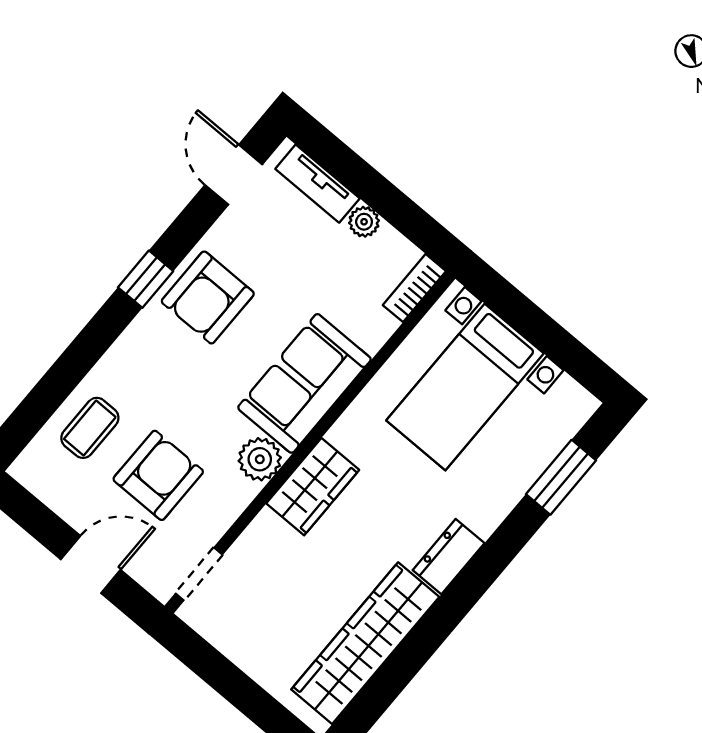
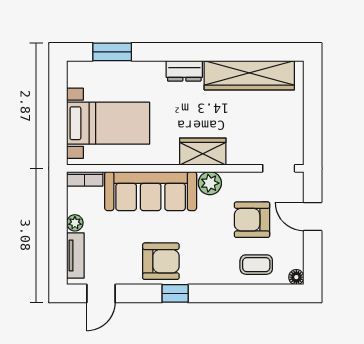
sofa: (304, 383) -> (151, 191), width x1.36
floor lamp: (25, 470) -> (296, 277), added

